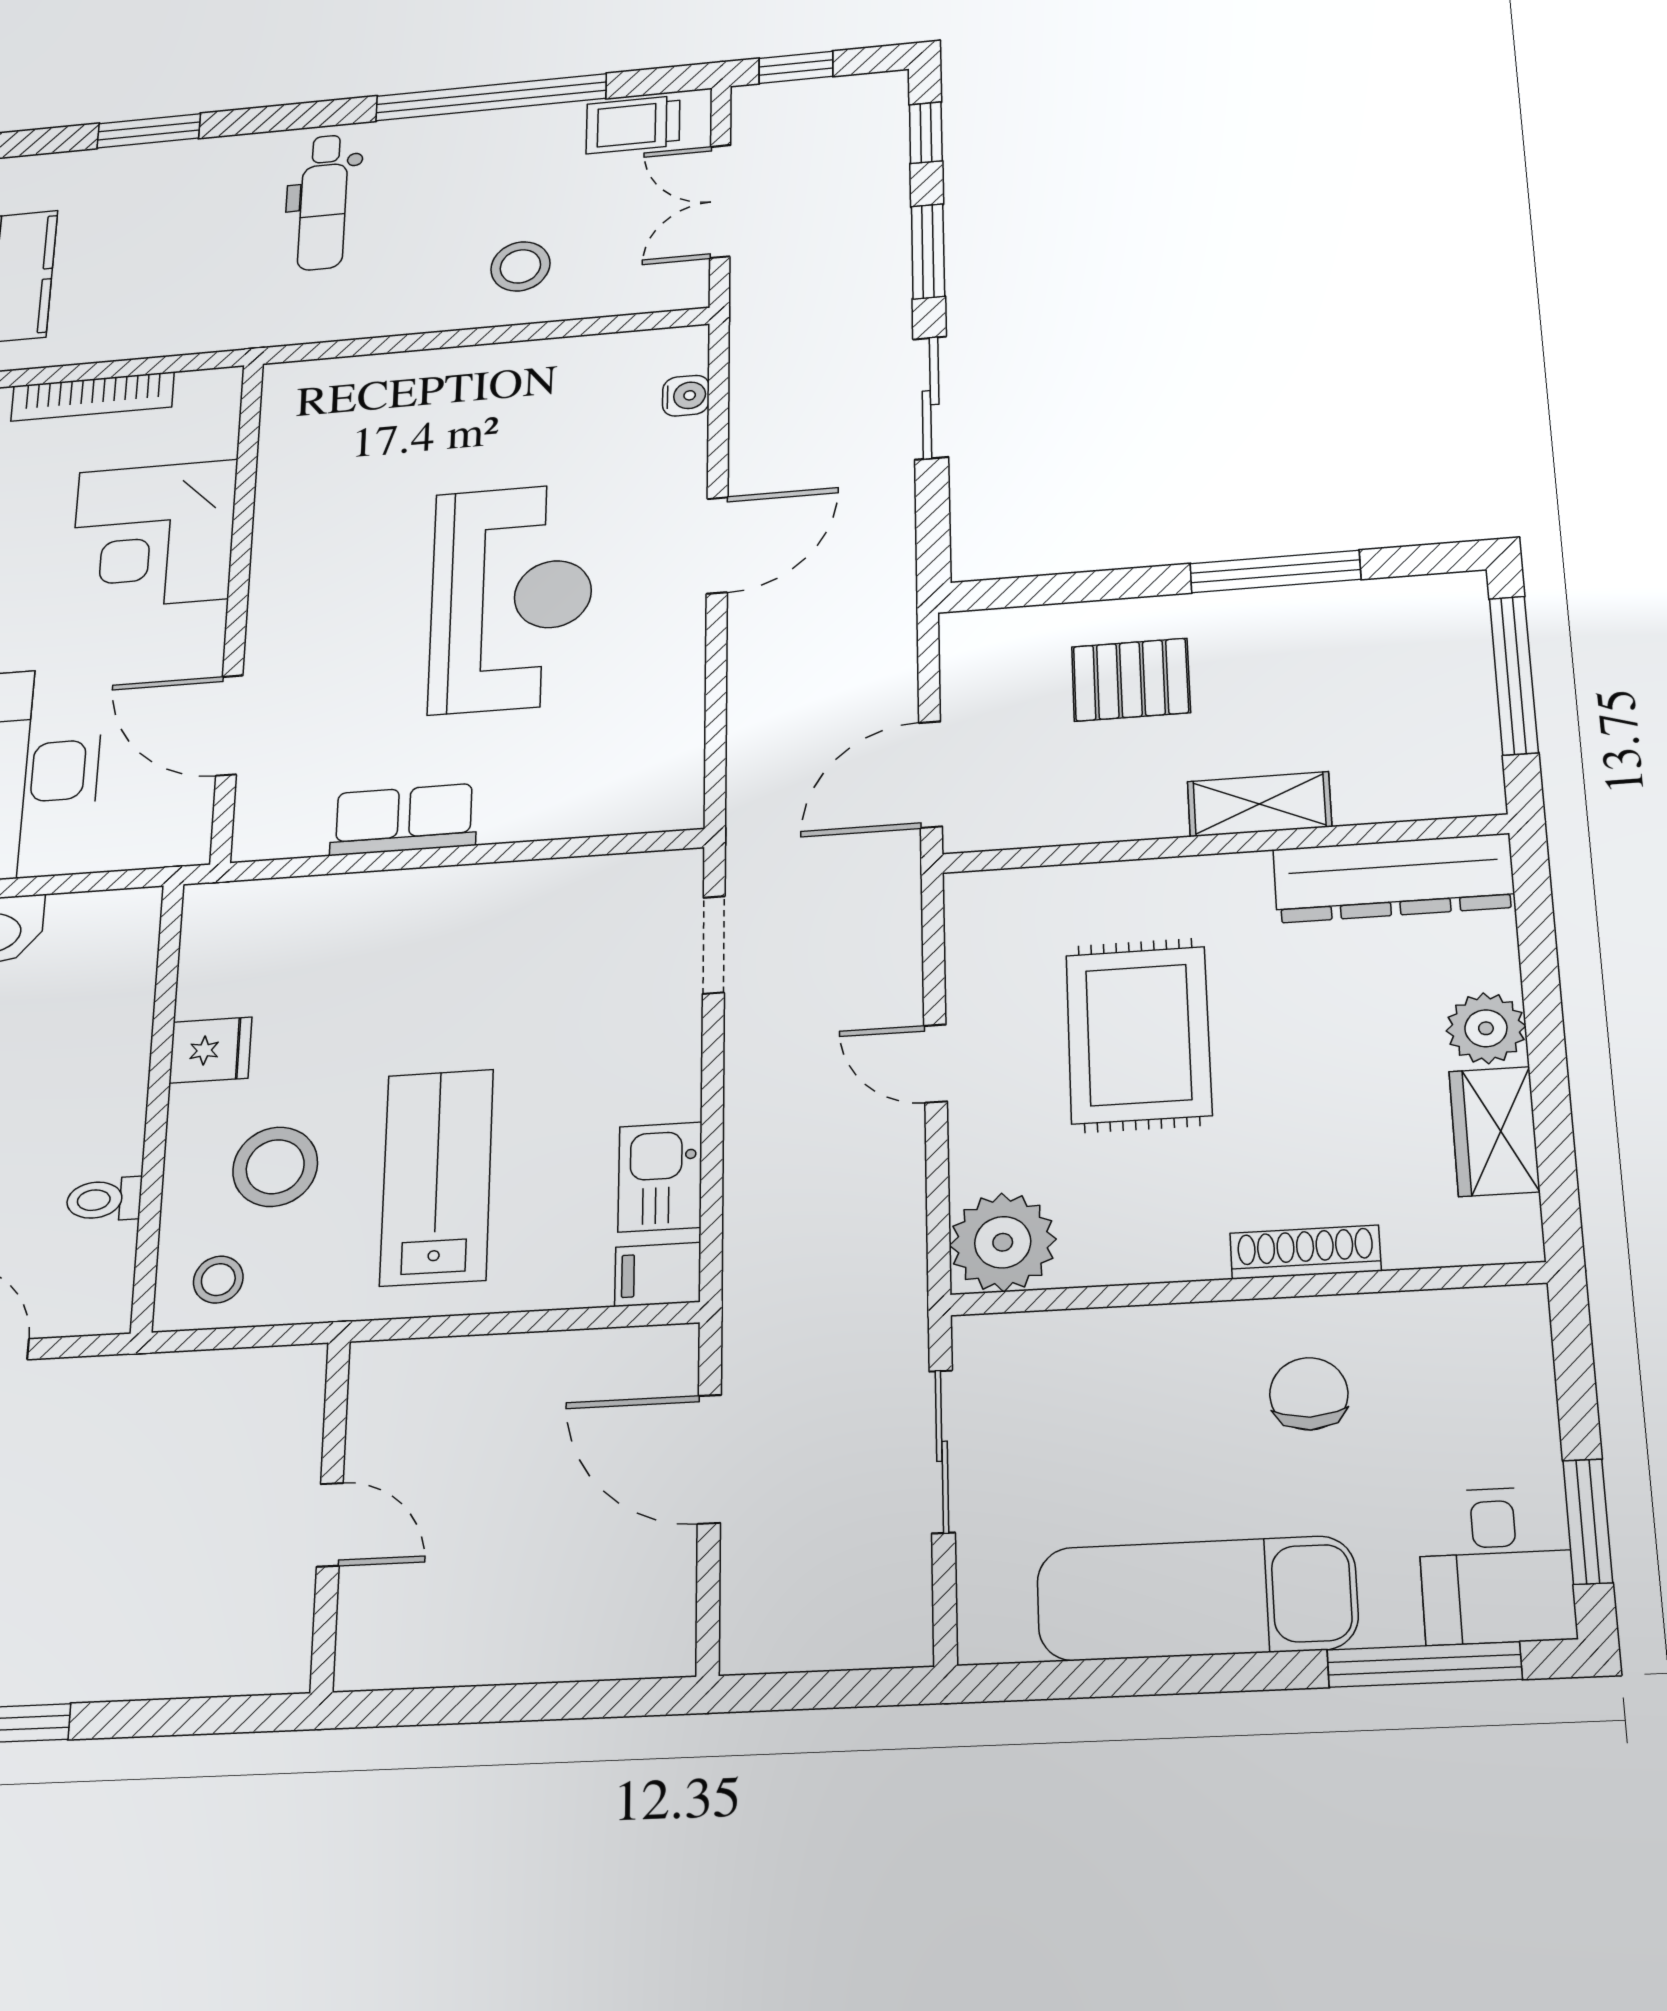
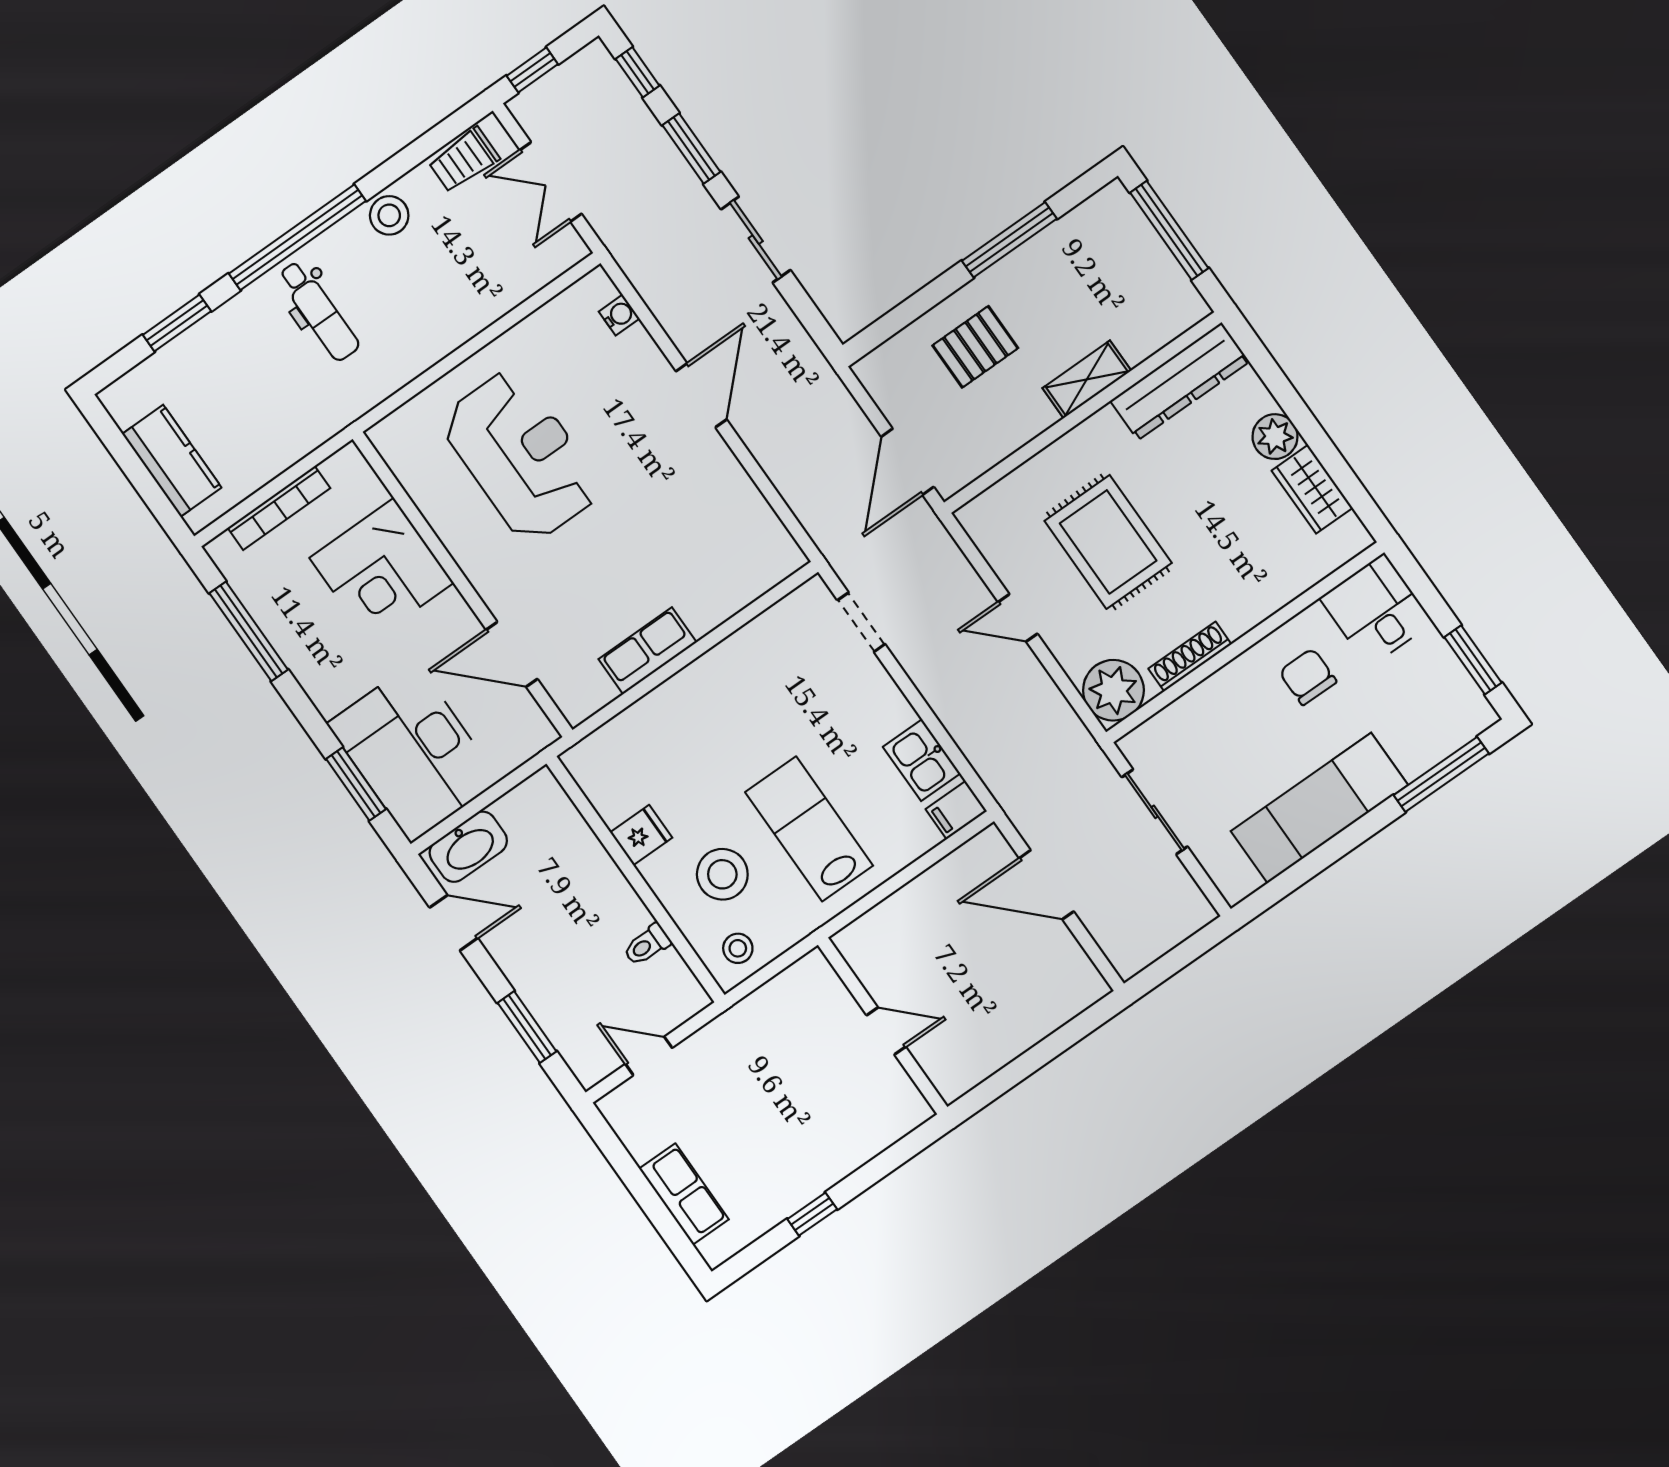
window: (491, 97) -> (297, 237), moved
stool: (520, 266) -> (389, 215), moved
reception desk: (511, 598) -> (521, 456), moved
shoe rack: (1305, 1252) -> (1190, 657), moved
desk: (1496, 1565) -> (1376, 610), moved, turned 180

